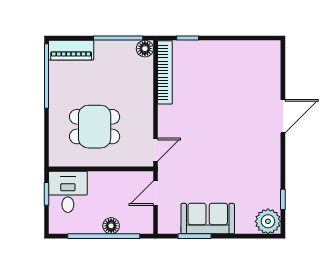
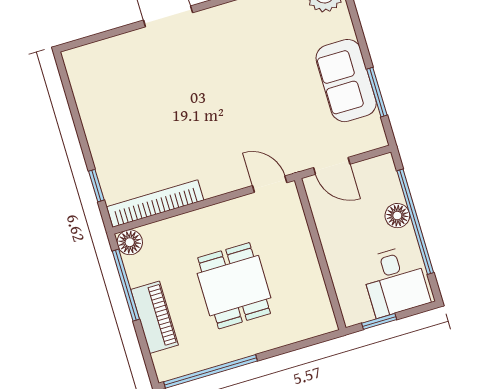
piano: (71, 50) -> (154, 317), moved
dining table: (95, 127) -> (234, 286), moved
desk: (68, 192) -> (395, 281), moved, turned -90

